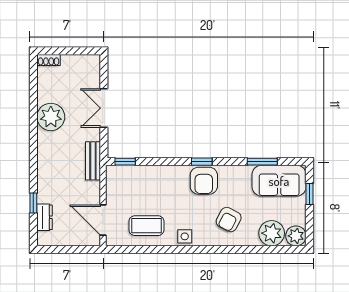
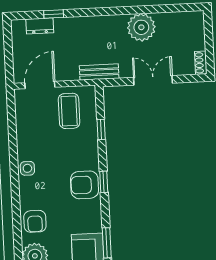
shoe rack: (49, 60) -> (201, 63), moved
window: (125, 162) -> (101, 129), moved
armchair: (229, 220) -> (35, 221), moved, turned -118
coffee table: (146, 226) -> (69, 111), moved

